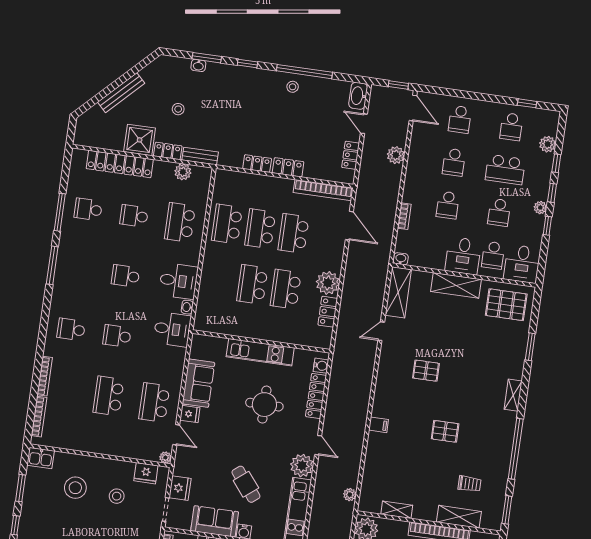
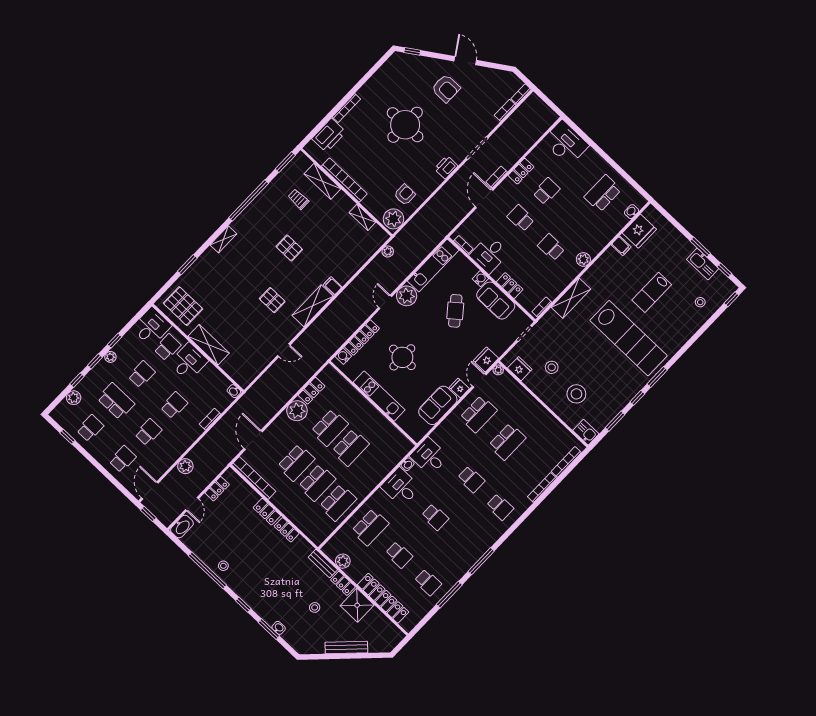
shelving: (398, 292) -> (313, 306), moved
fridge: (180, 488) -> (486, 359), moved

